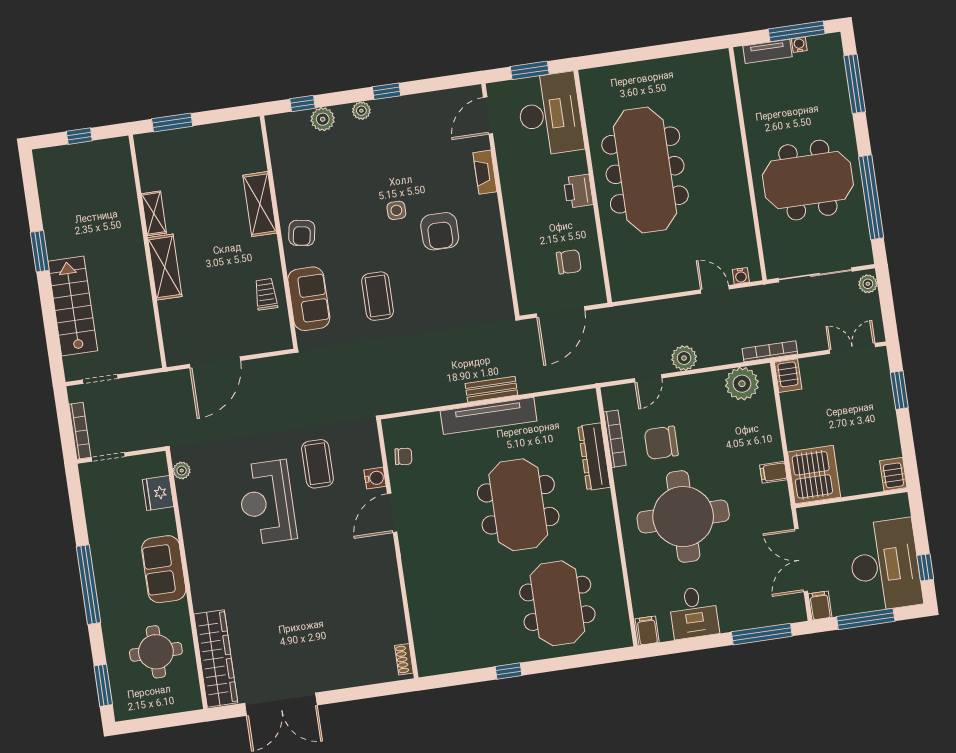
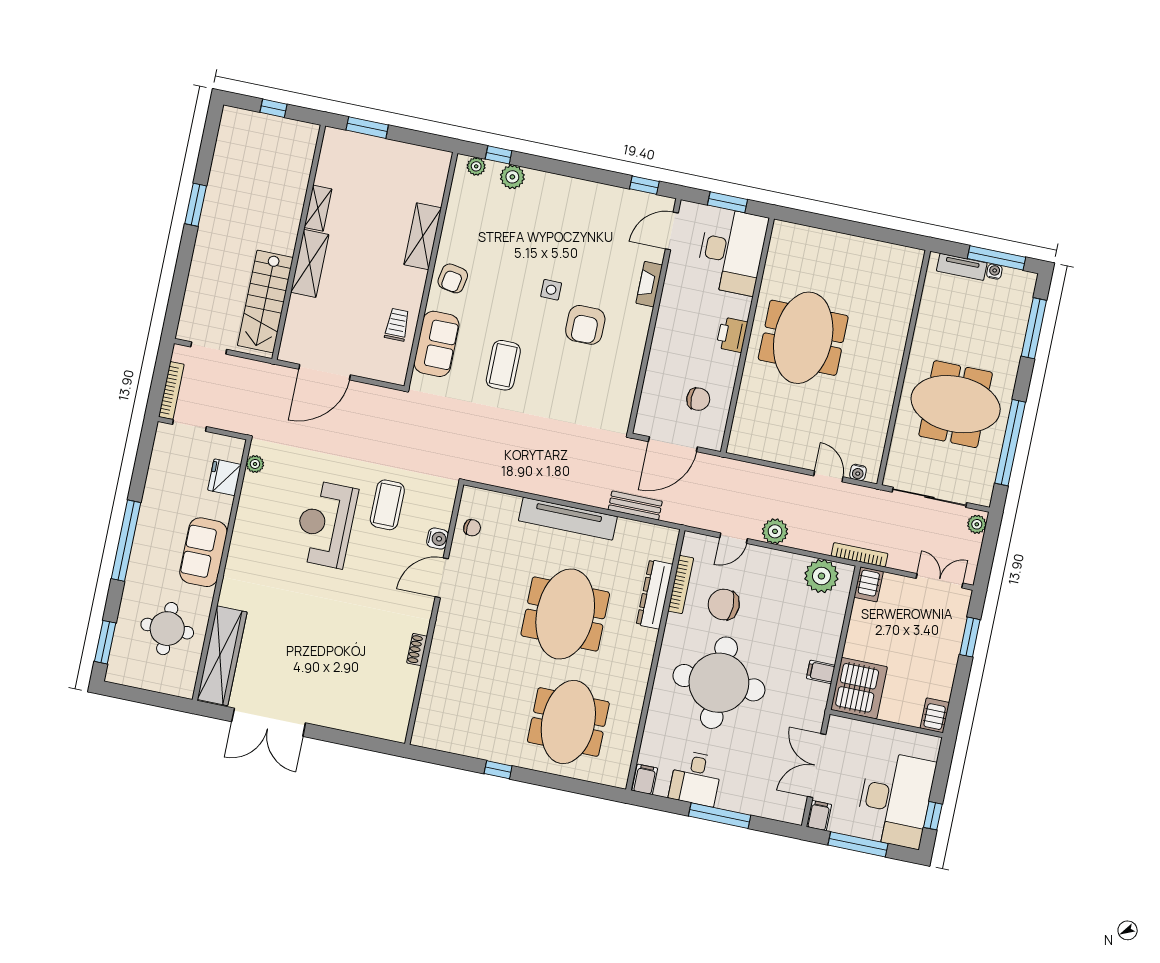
window: (387, 91) -> (644, 185), moved
plant: (361, 111) -> (476, 166), moved
meeting table: (645, 170) -> (803, 338), width x0.73
stairs: (73, 306) -> (265, 302), moved, turned 180
bench: (491, 389) -> (635, 506), moved
window: (762, 634) -> (720, 816), moved
shoe rack: (404, 659) -> (417, 650), moved

